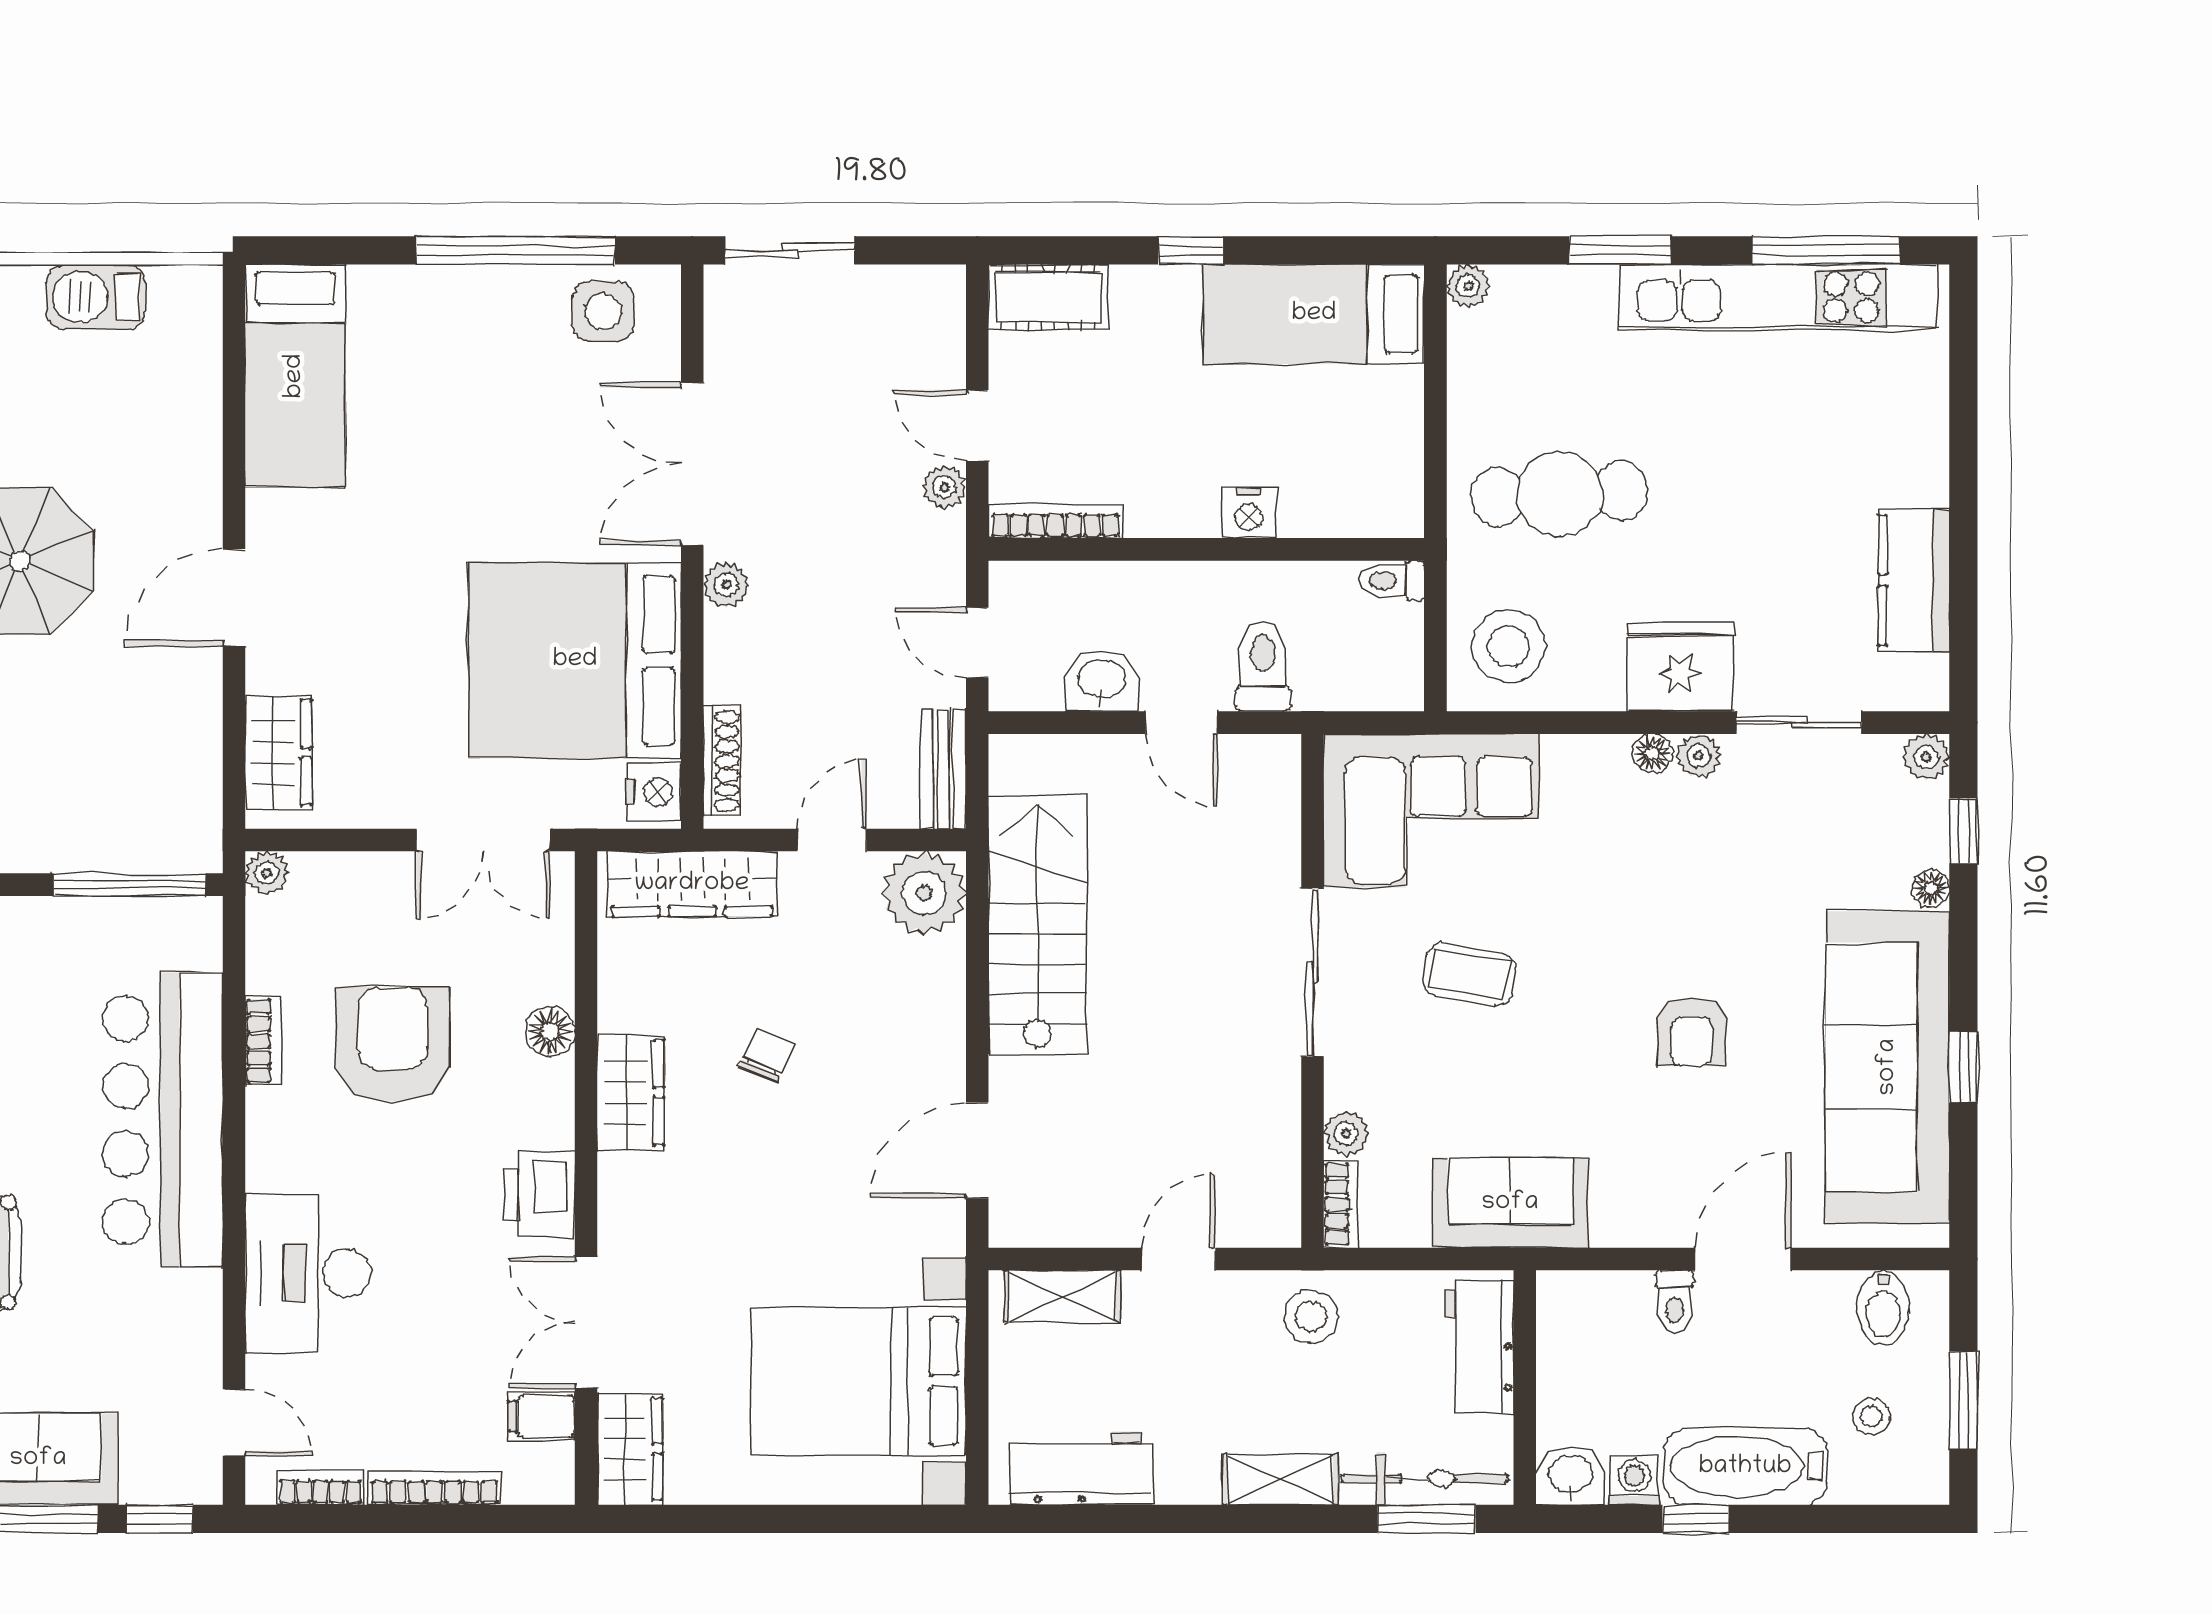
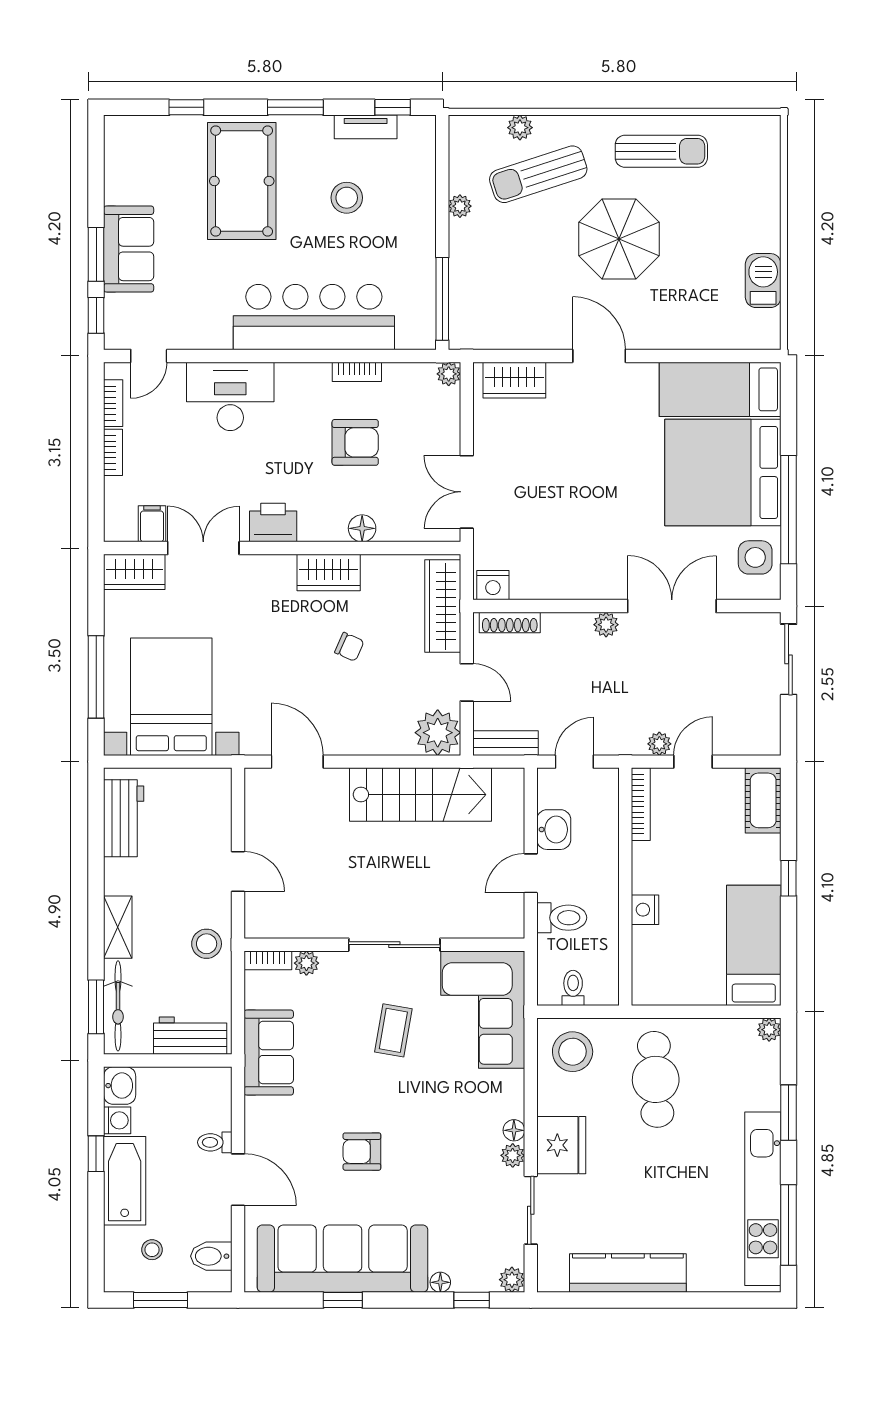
kitchen counter: (1914, 580) -> (628, 1273), width x1.50
toilet: (1392, 581) -> (573, 988), moved
bed: (575, 660) -> (723, 472), moved, turned -90
armchair: (393, 1044) -> (355, 442), width x0.73, depth x0.73
shelving: (1062, 1296) -> (218, 808), removed
bookcase: (435, 1488) -> (113, 452), width x0.64
window: (822, 1519) -> (96, 677), added

